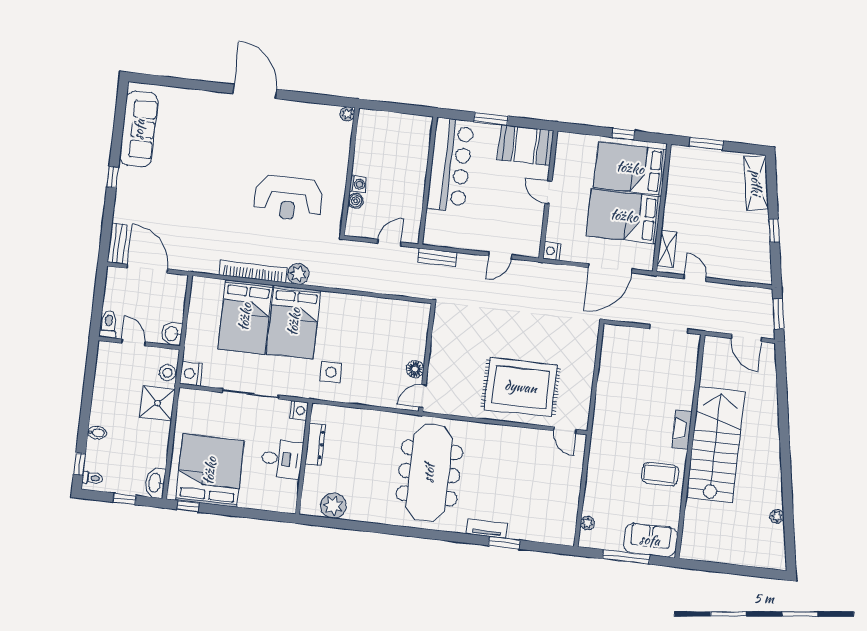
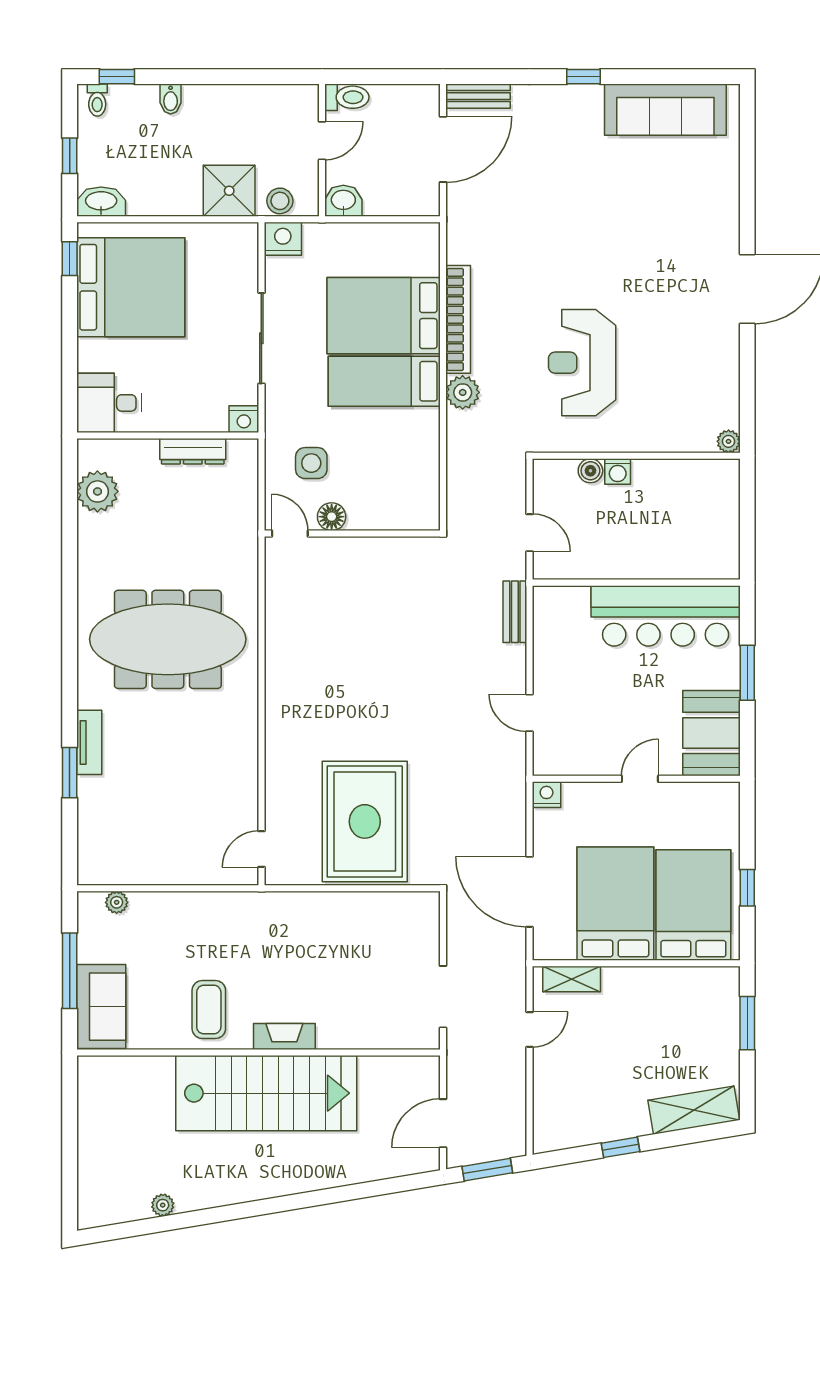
bed: (294, 322) -> (384, 381), width x0.67
wall: (427, 358) -> (352, 534), moved
floor lamp: (415, 369) -> (332, 517), moved
rug: (521, 387) -> (365, 821), moved
door: (423, 396) -> (290, 534), moved
desk: (282, 459) -> (109, 403), moved, turned 90

